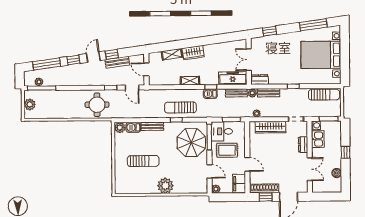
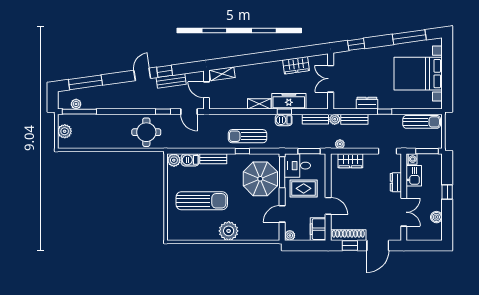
wardrobe: (193, 53) -> (296, 65), moved
shelving: (172, 54) -> (222, 74), moved
window: (73, 60) -> (118, 78), removed
freezer: (233, 78) -> (289, 101), moved
dresser: (260, 80) -> (367, 103), moved
wardrobe: (270, 127) -> (350, 161), width x0.67
sun lounger: (143, 161) -> (202, 201), width x1.36, depth x1.34
door: (210, 171) -> (282, 214), swing flipped

